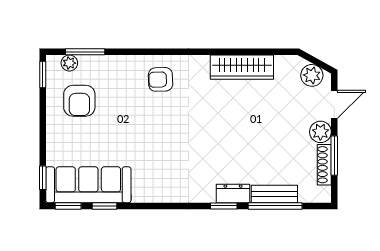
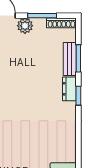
shoe rack: (324, 165) -> (61, 23), moved
window: (275, 206) -> (78, 58), width x0.69

